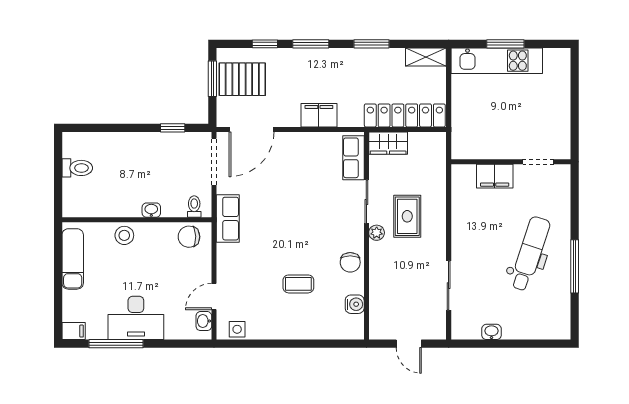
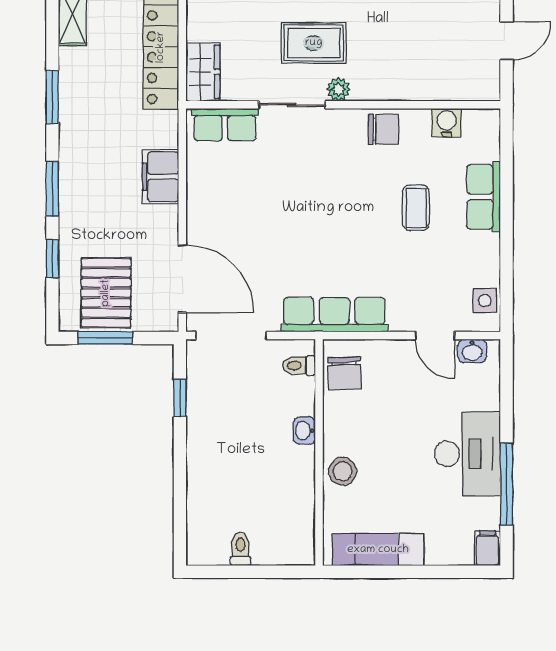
toilet: (77, 168) -> (240, 549), width x0.73, depth x0.72
row of seats: (228, 219) -> (334, 315), width x1.48
row of seats: (306, 329) -> (484, 197), added

